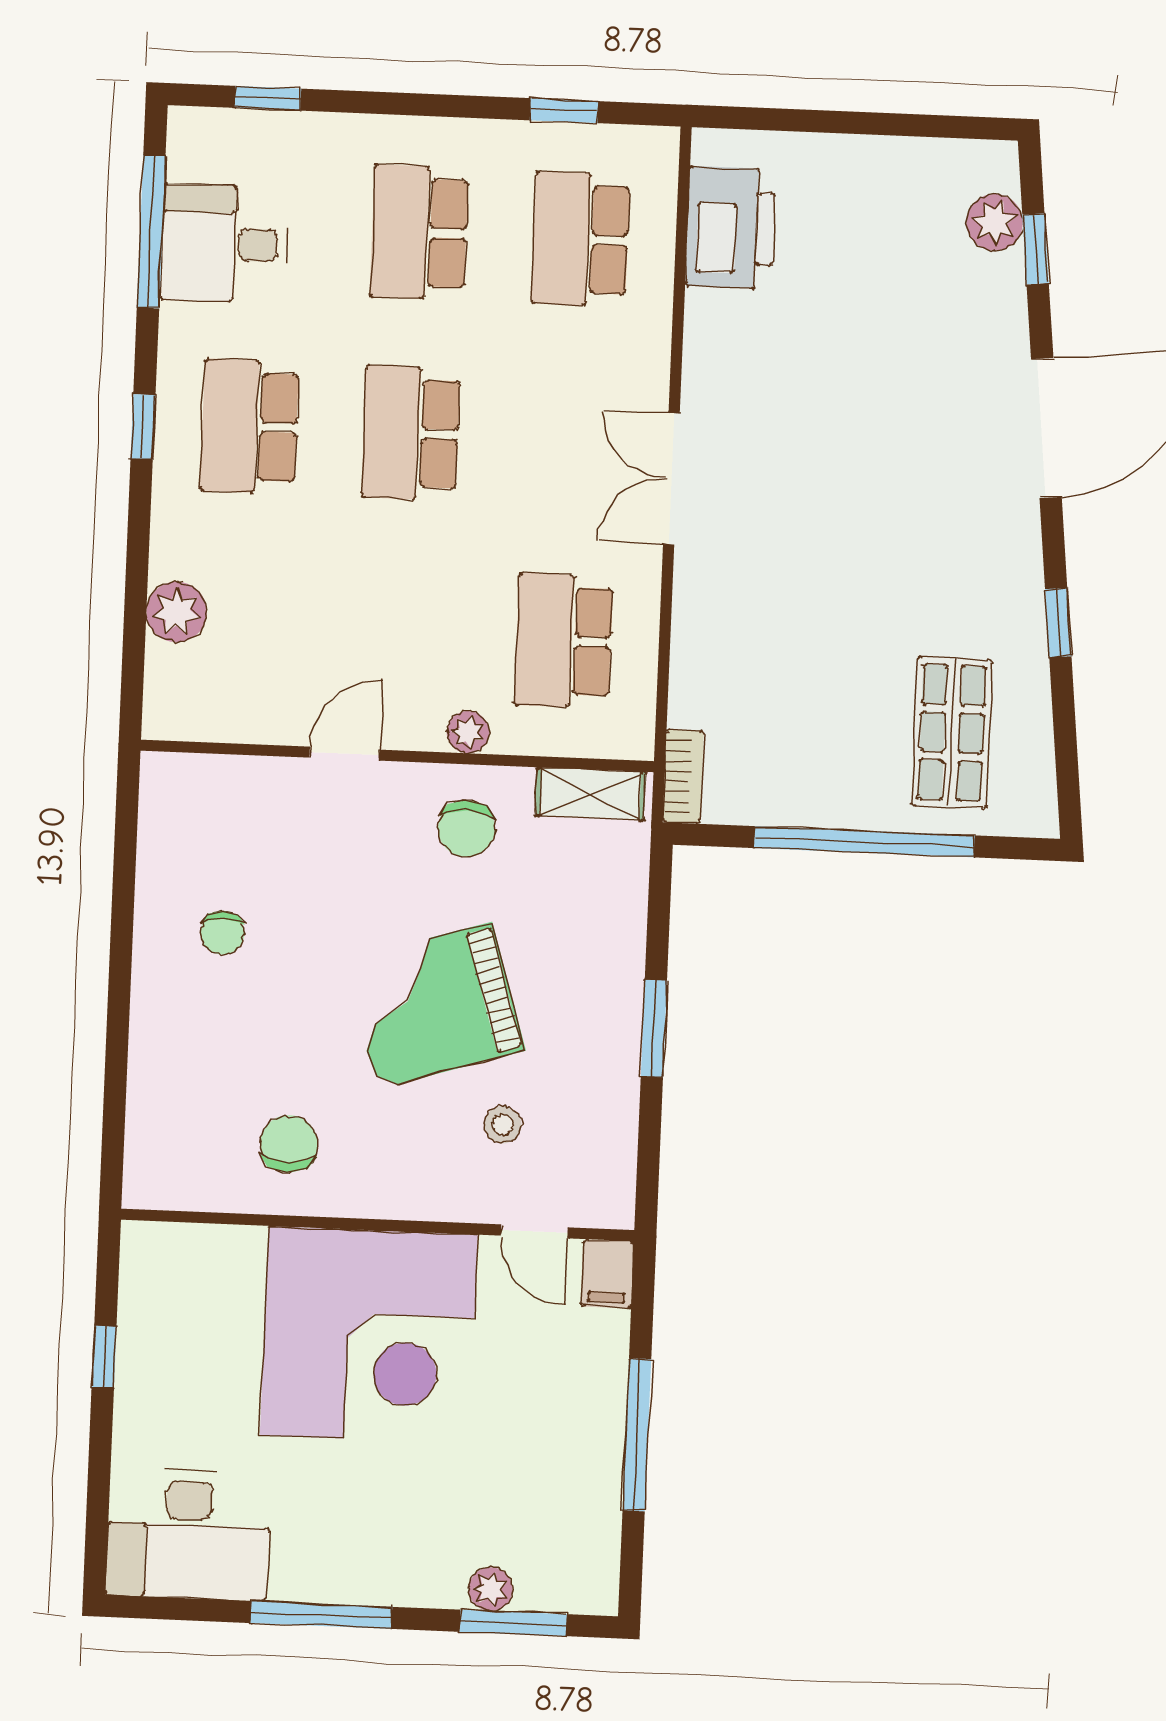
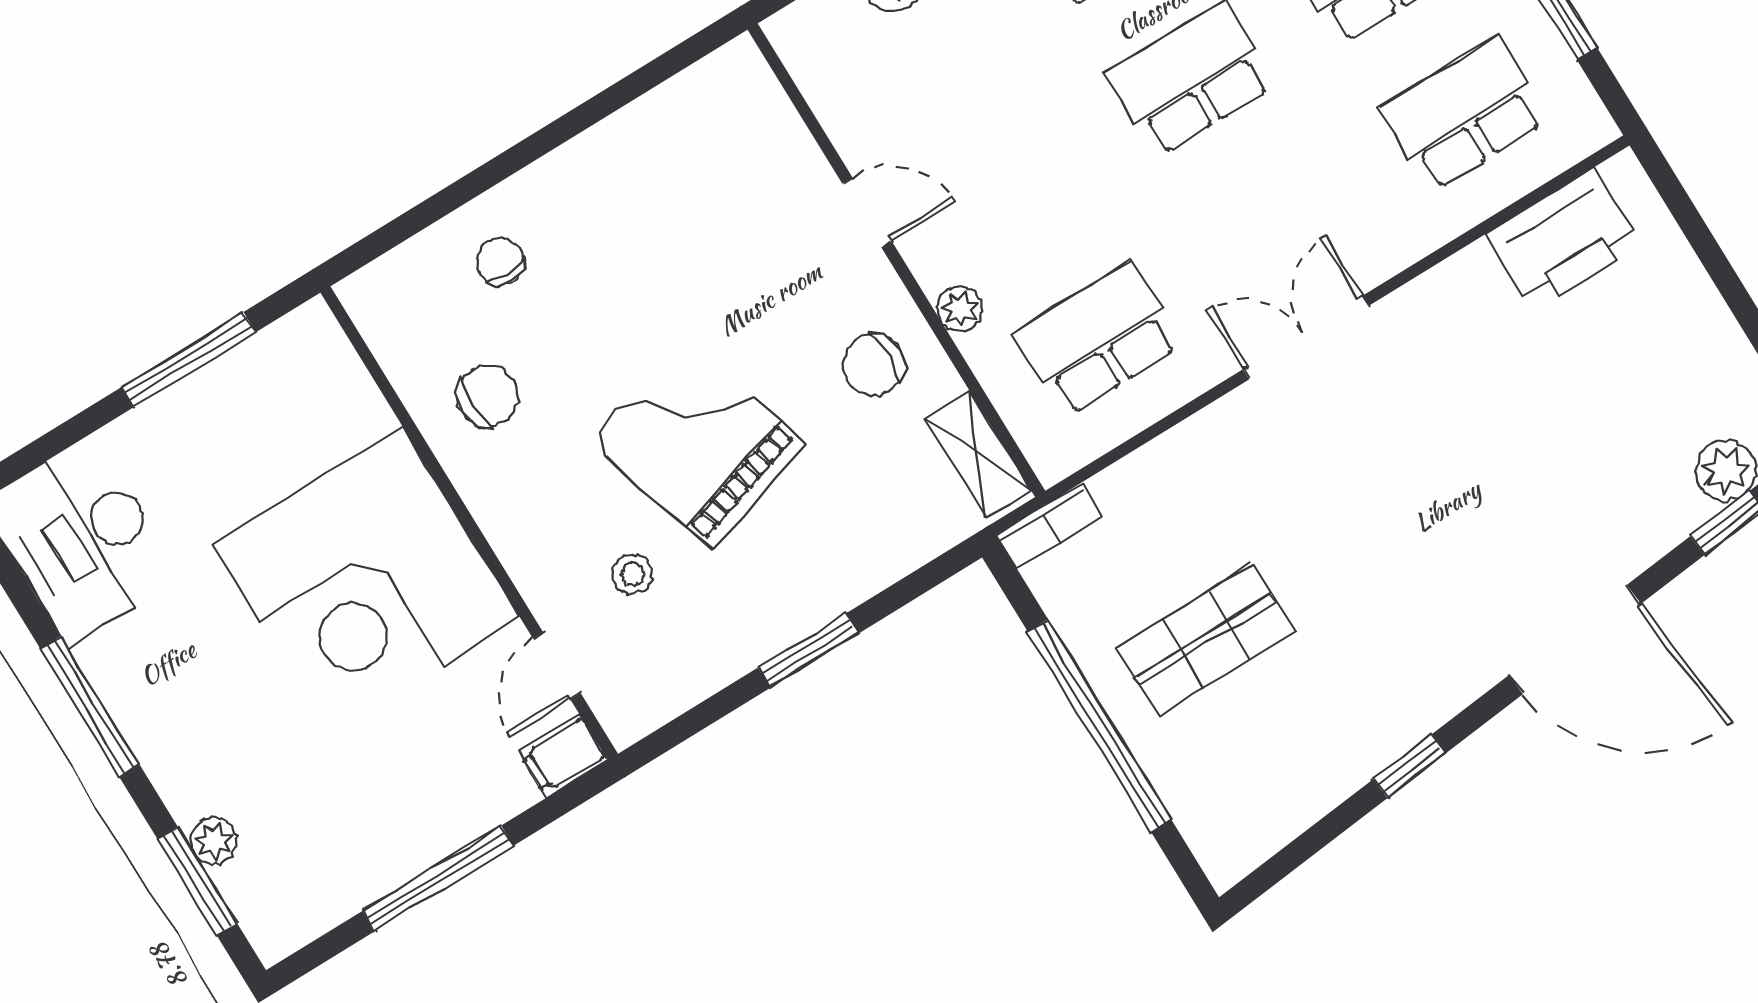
shop shelf: (952, 733) -> (1206, 639), moved
chair: (222, 933) -> (500, 262), moved, turned 88
window: (104, 1357) -> (189, 359), width x2.17

